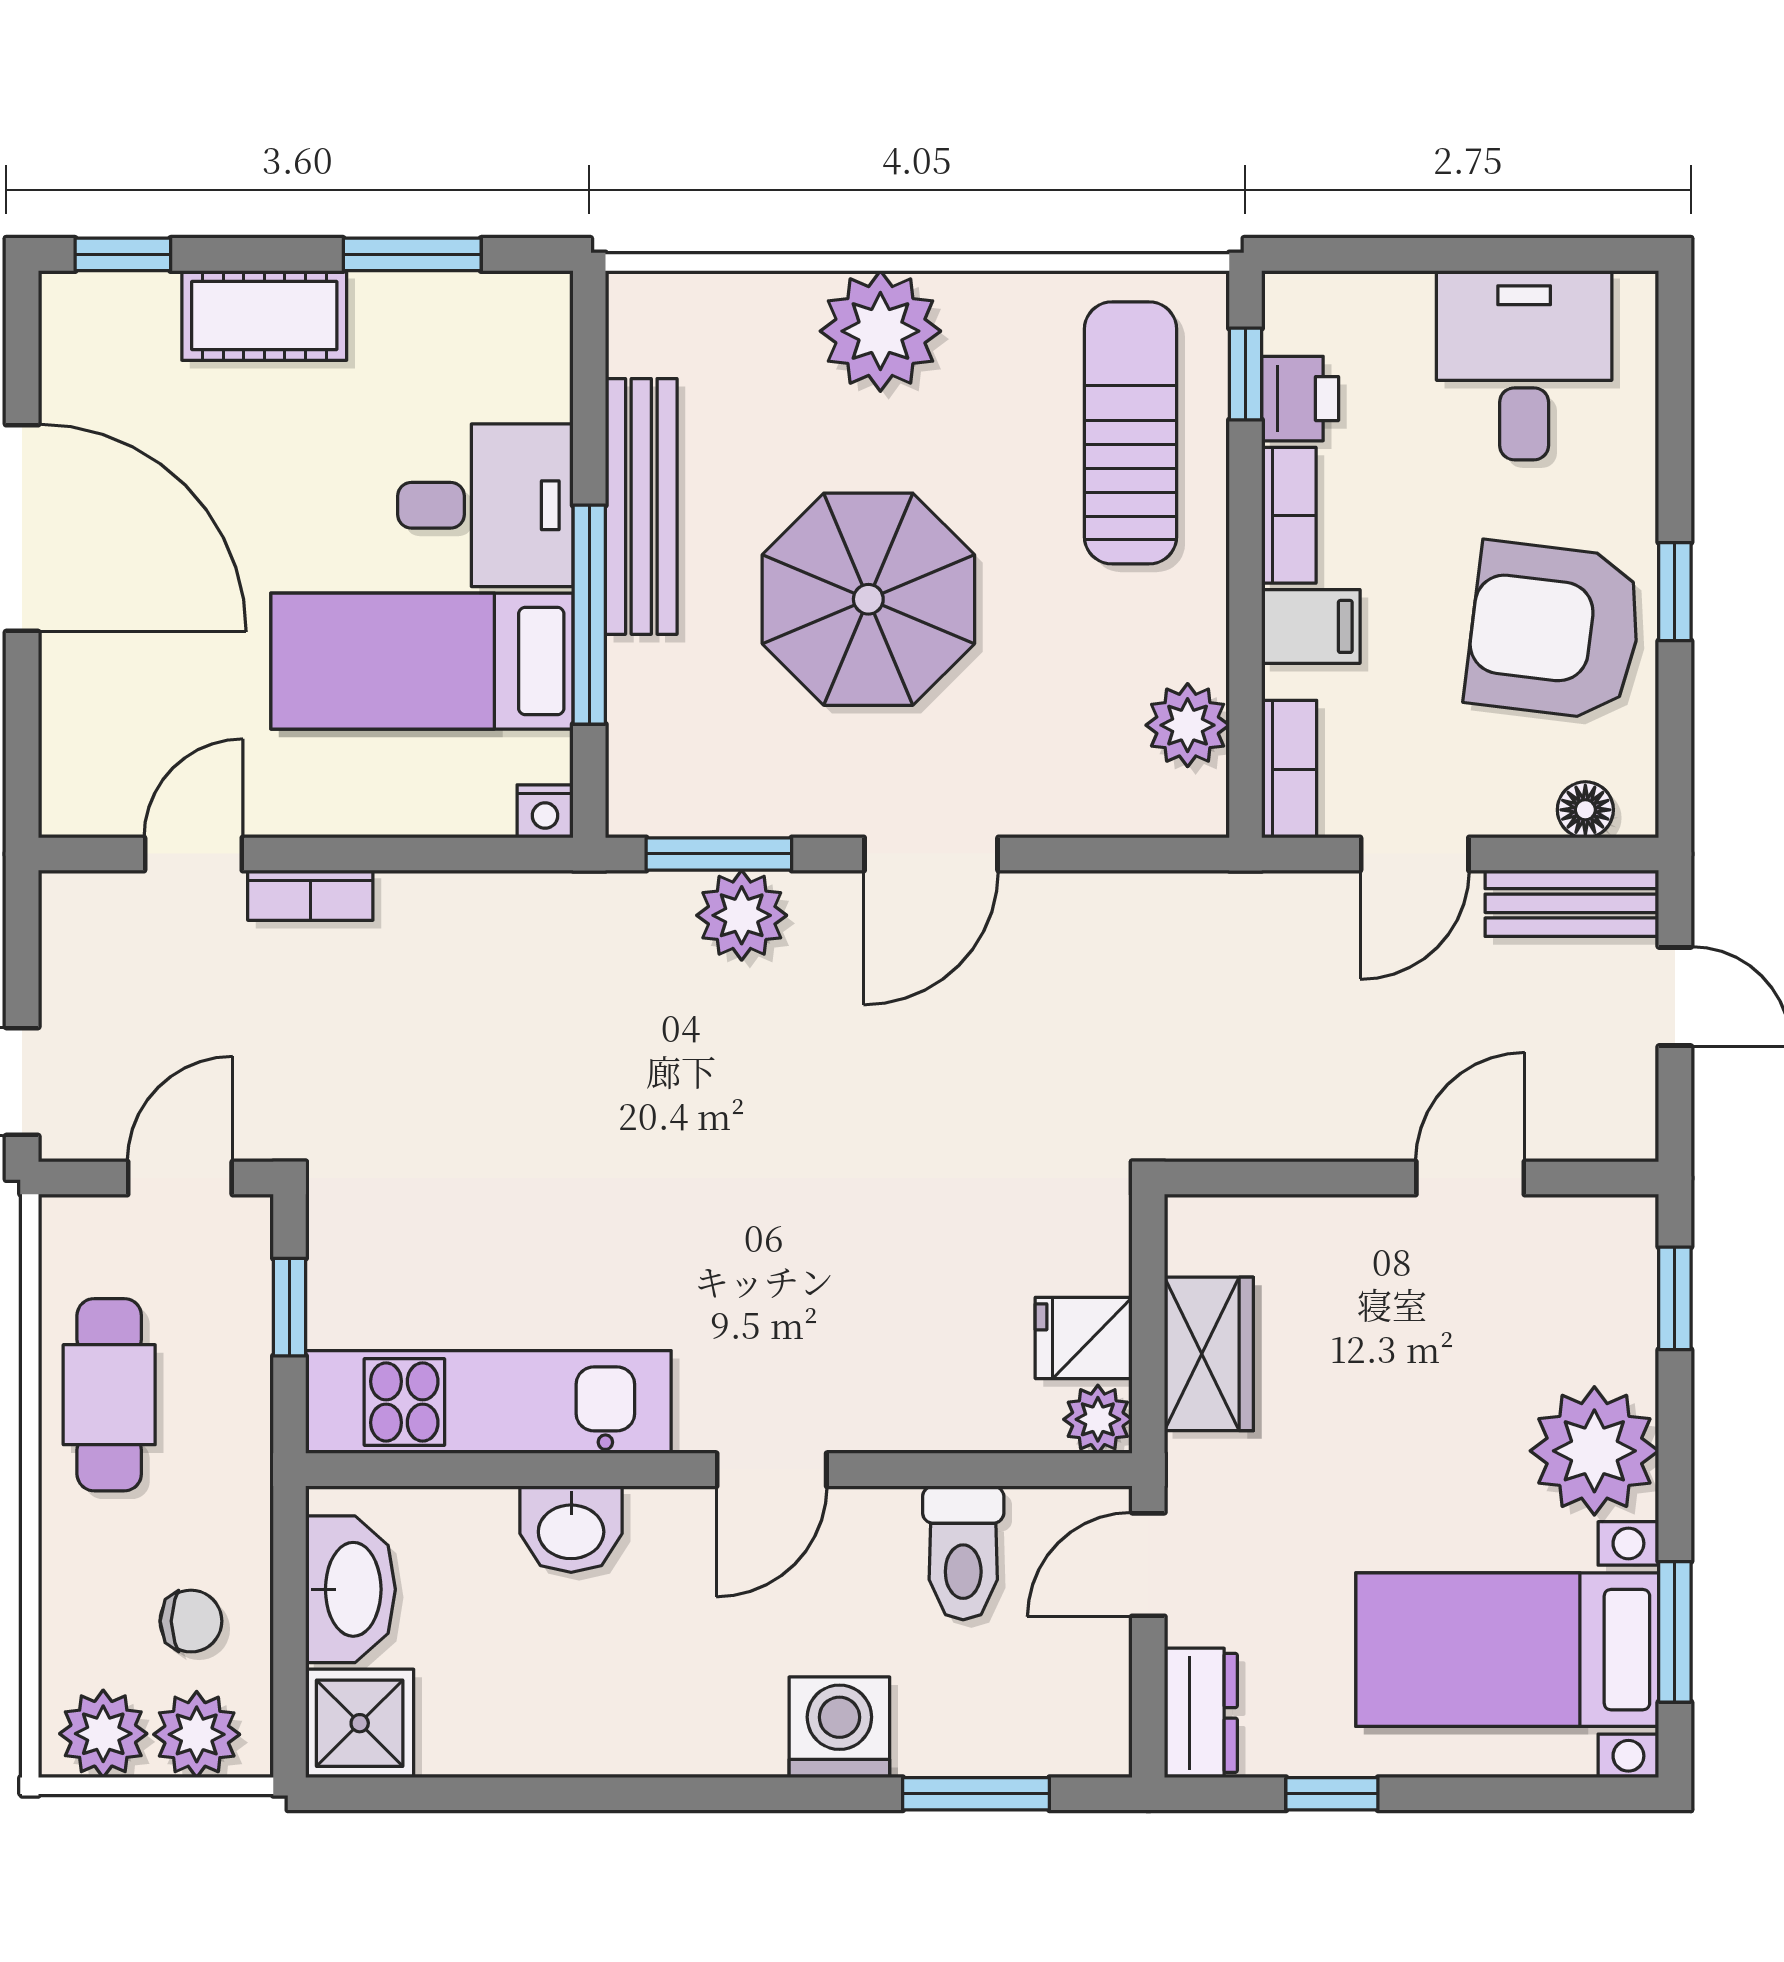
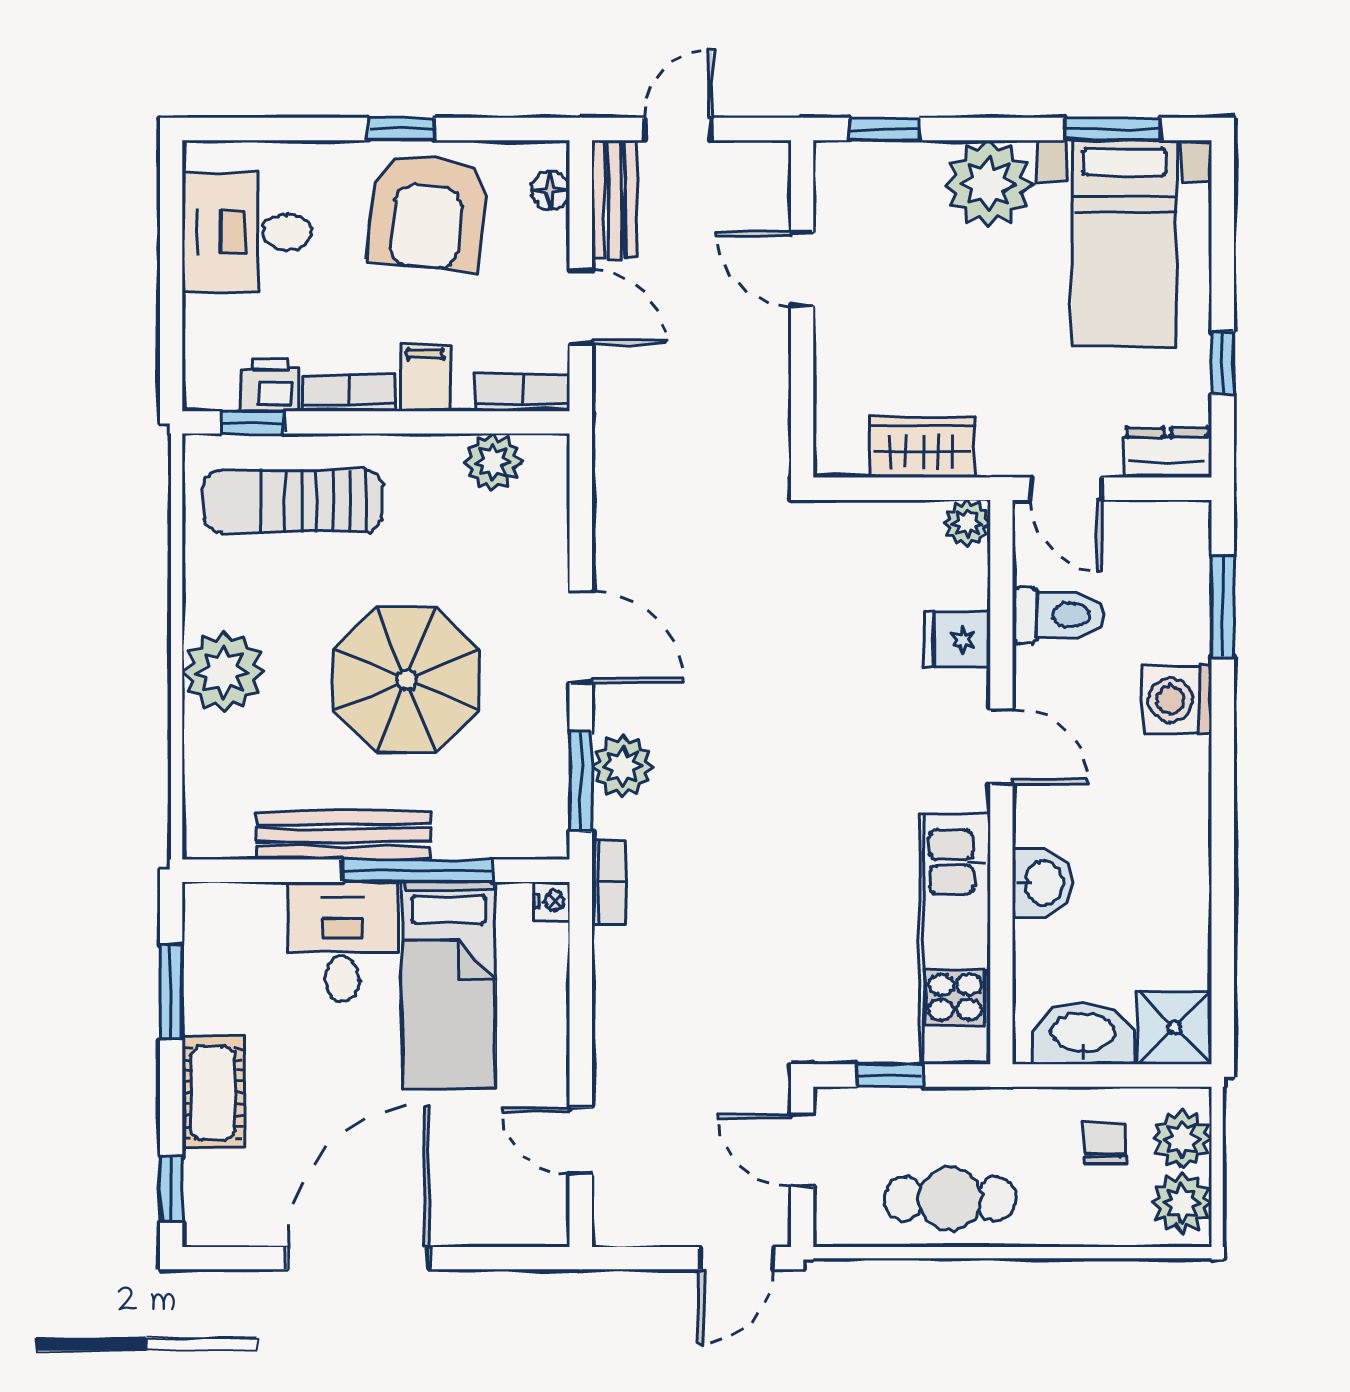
bookcase: (310, 895) -> (609, 883), moved
fridge: (1084, 1338) -> (957, 639), moved, turned 90

